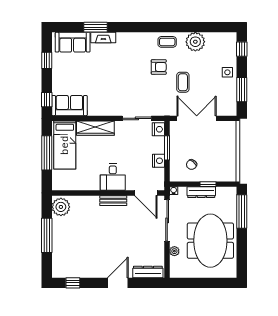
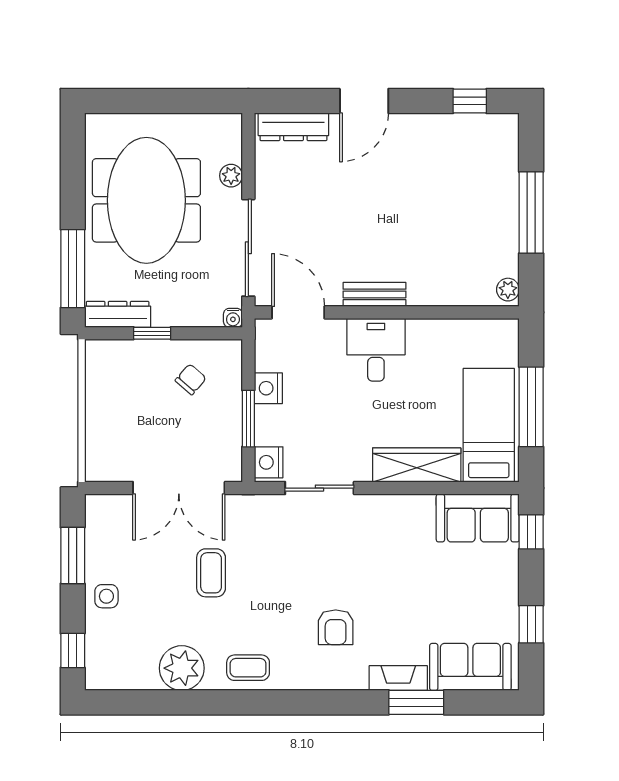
armchair: (159, 67) -> (336, 627), moved, turned -90
dresser: (201, 192) -> (118, 314), moved
plant: (61, 207) -> (508, 290), width x0.53, depth x0.53

